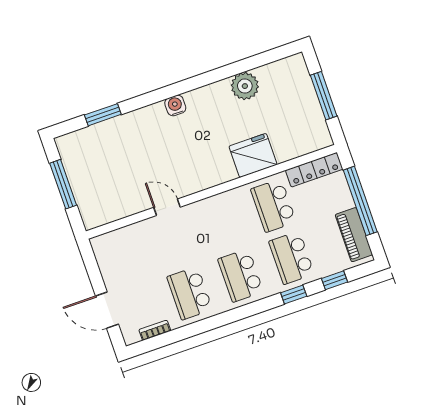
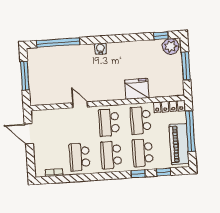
window: (269, 57) -> (161, 36), added
plant: (245, 86) -> (171, 46), moved
window: (103, 115) -> (58, 43), width x2.11
school desk: (222, 223) -> (109, 123), added
piano: (354, 235) -> (179, 144), width x1.37, depth x1.33
door: (107, 310) -> (29, 134), moved

